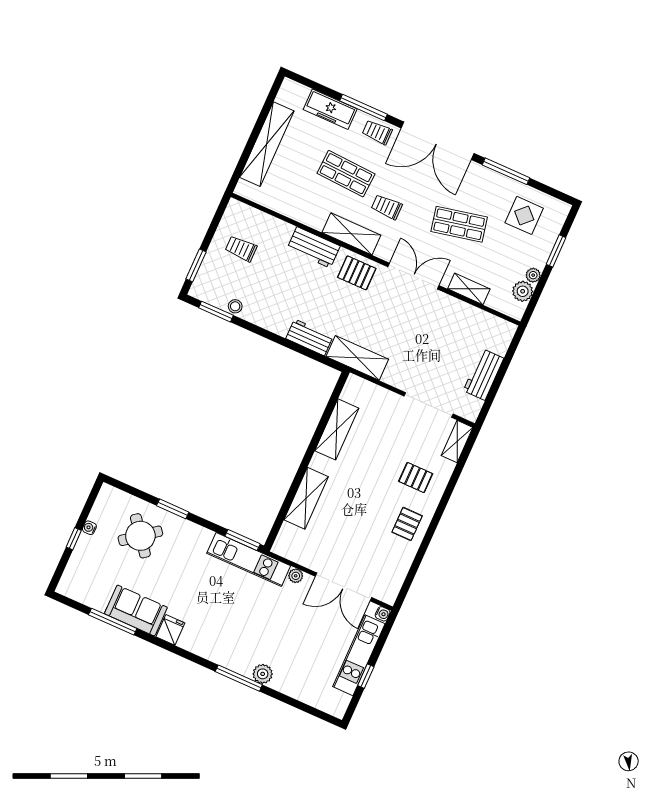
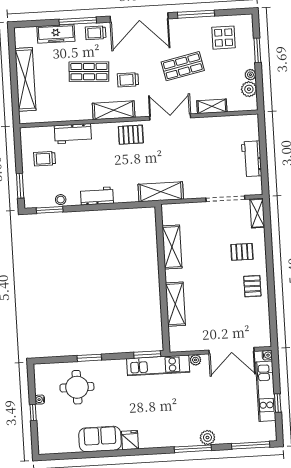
workbench: (314, 247) -> (73, 134), moved
workbench: (310, 337) -> (97, 196), moved
round table: (140, 536) -> (77, 387), turned 38
window: (113, 622) -> (251, 445), moved

